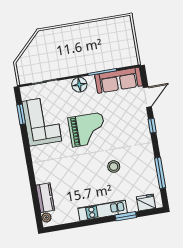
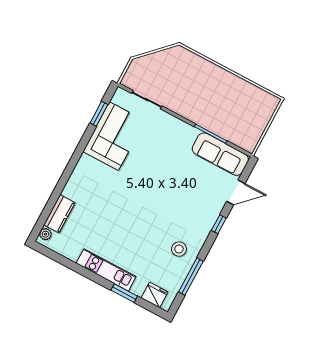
floor lamp: (79, 85) -> (179, 129), removed
grand piano: (87, 130) -> (152, 179), removed
stool: (114, 167) -> (179, 249), moved

